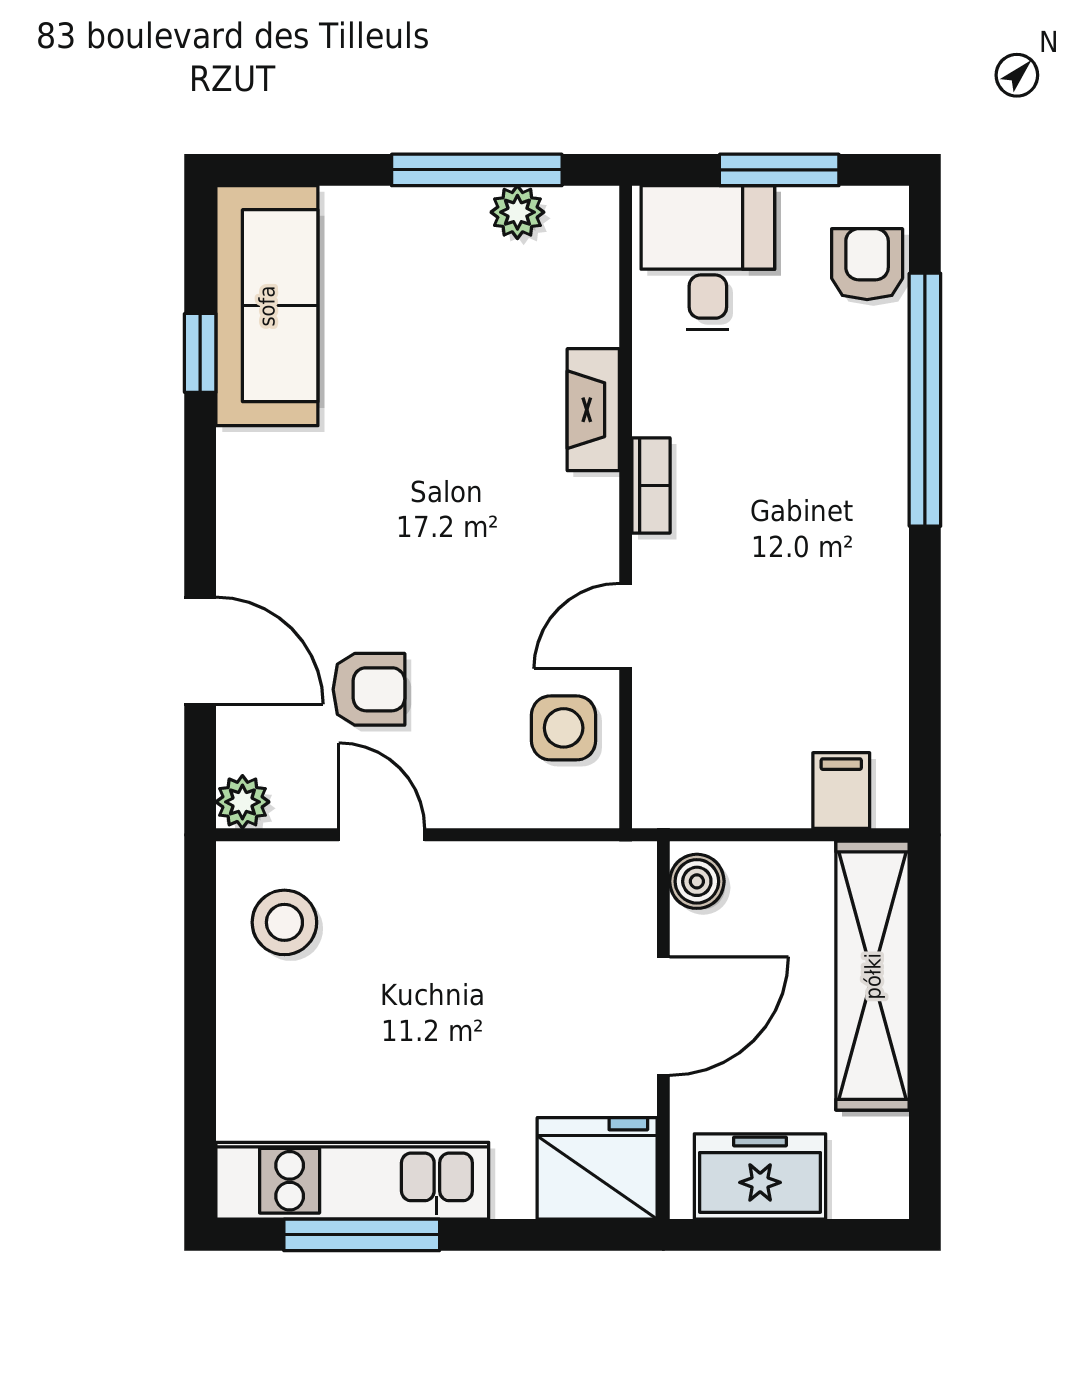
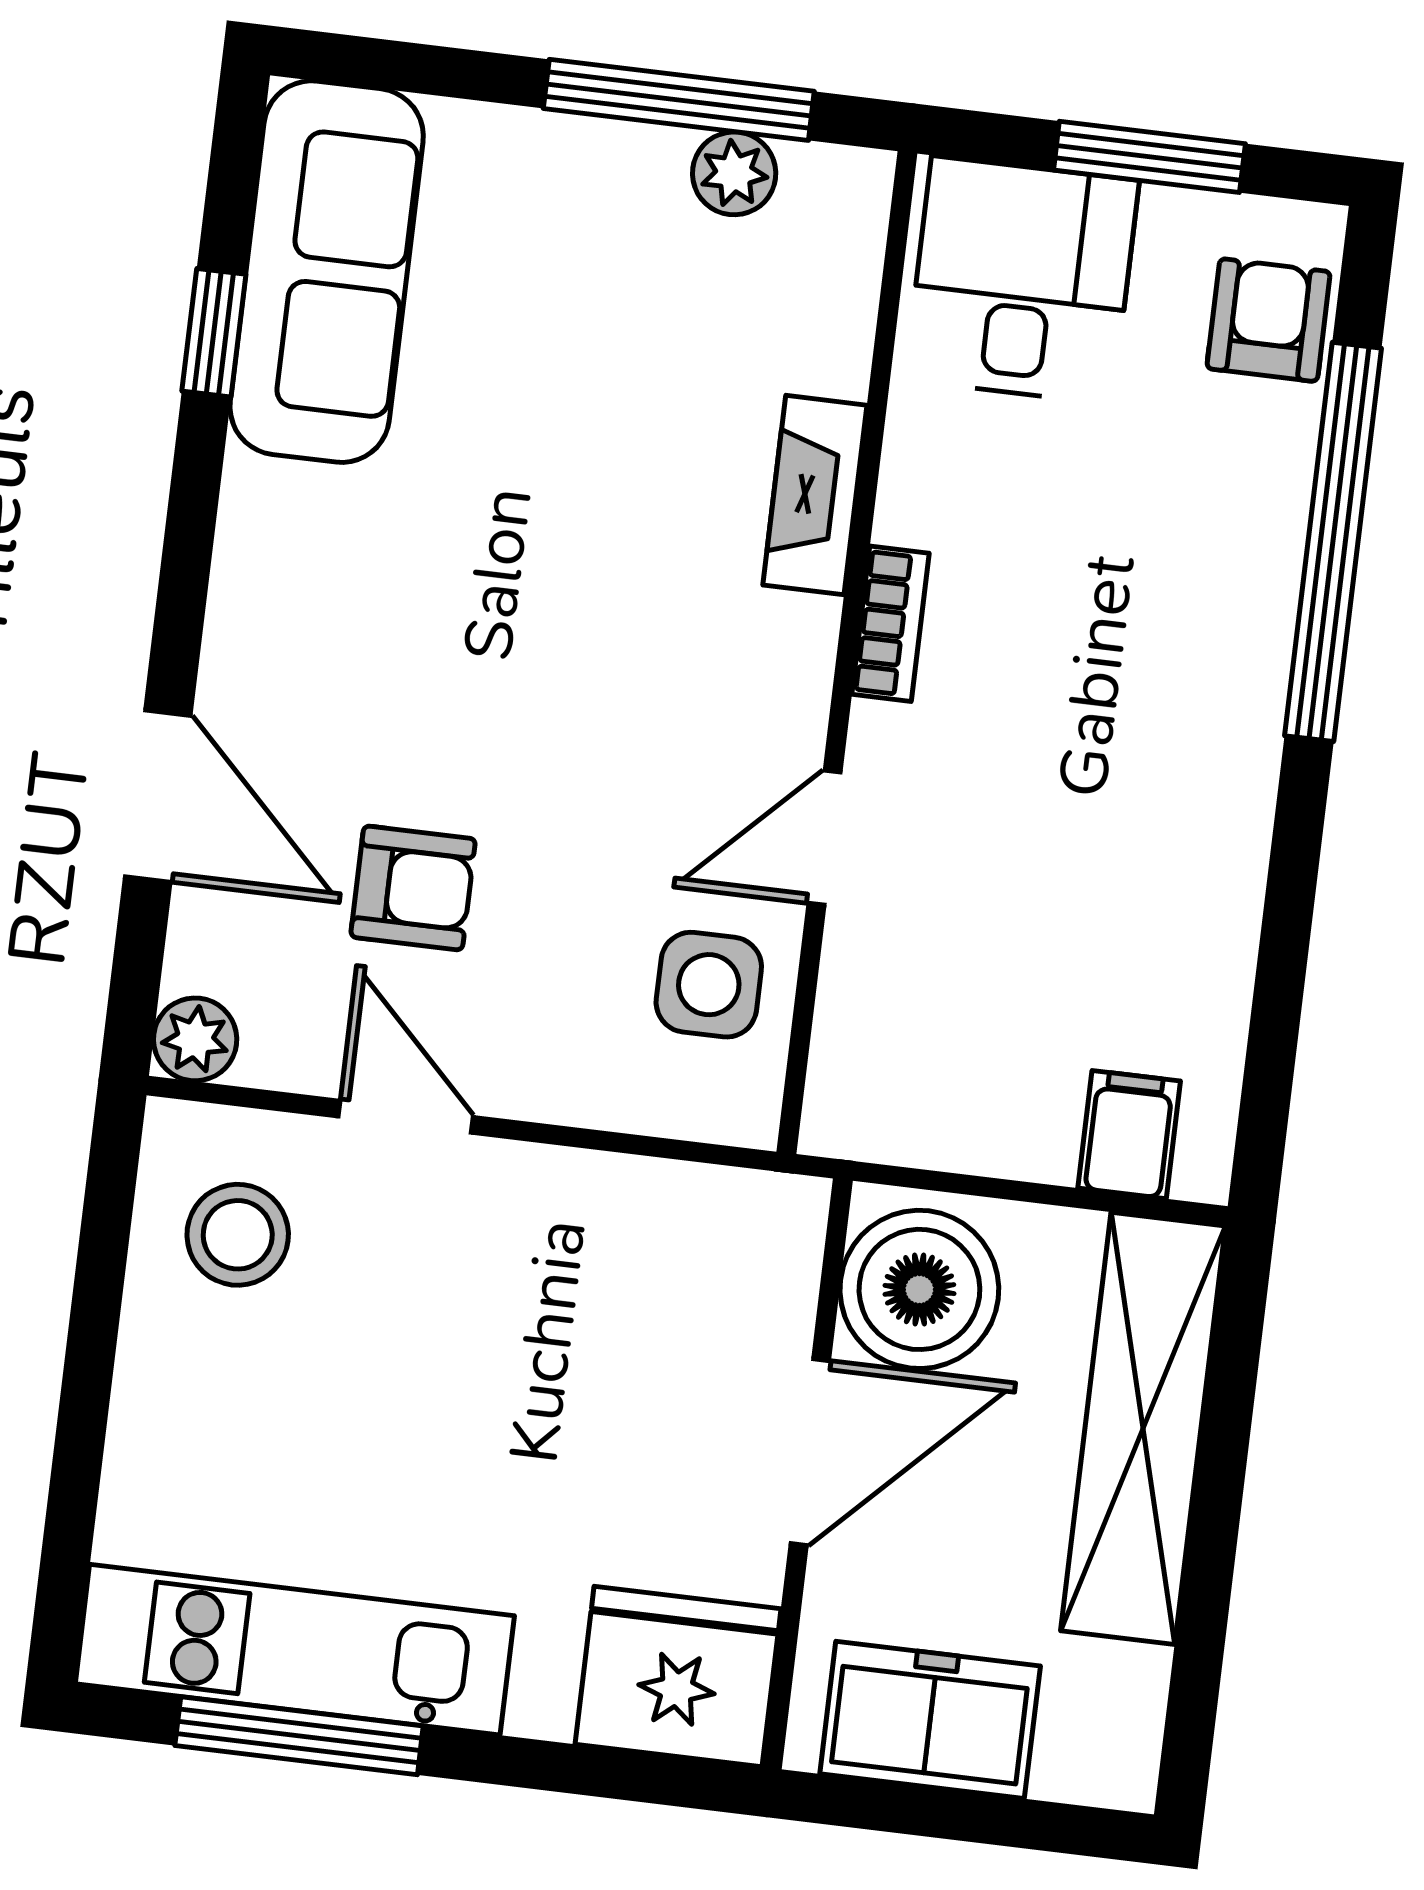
boiler: (697, 881) -> (919, 1289), width x1.86, depth x1.86

